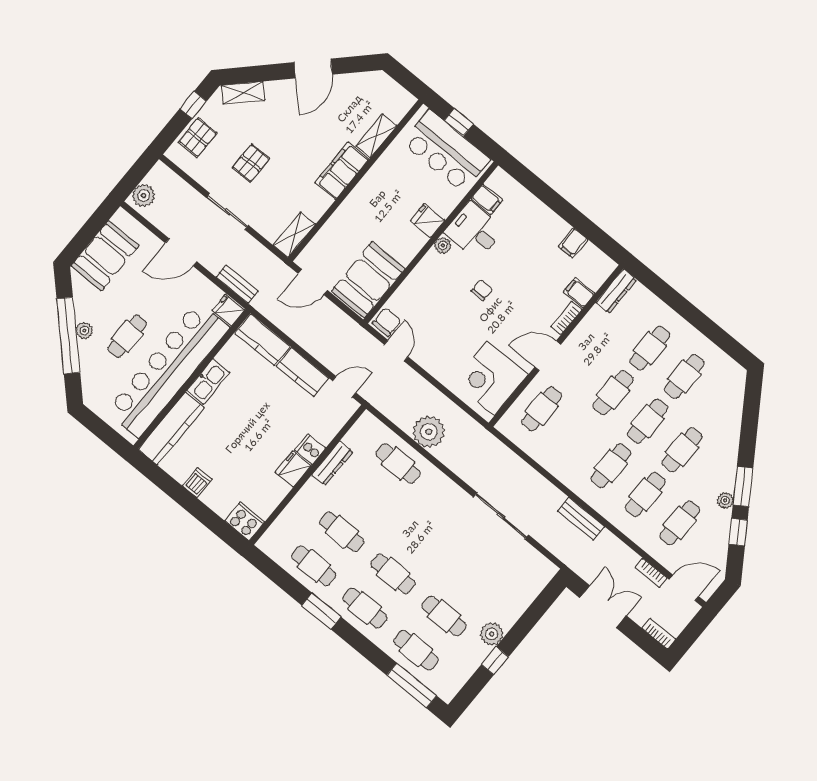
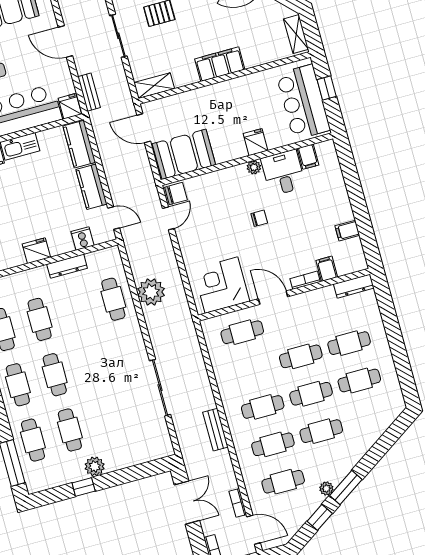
shelving: (376, 136) -> (296, 34), moved, turned 90
cooker: (310, 449) -> (83, 239), moved

